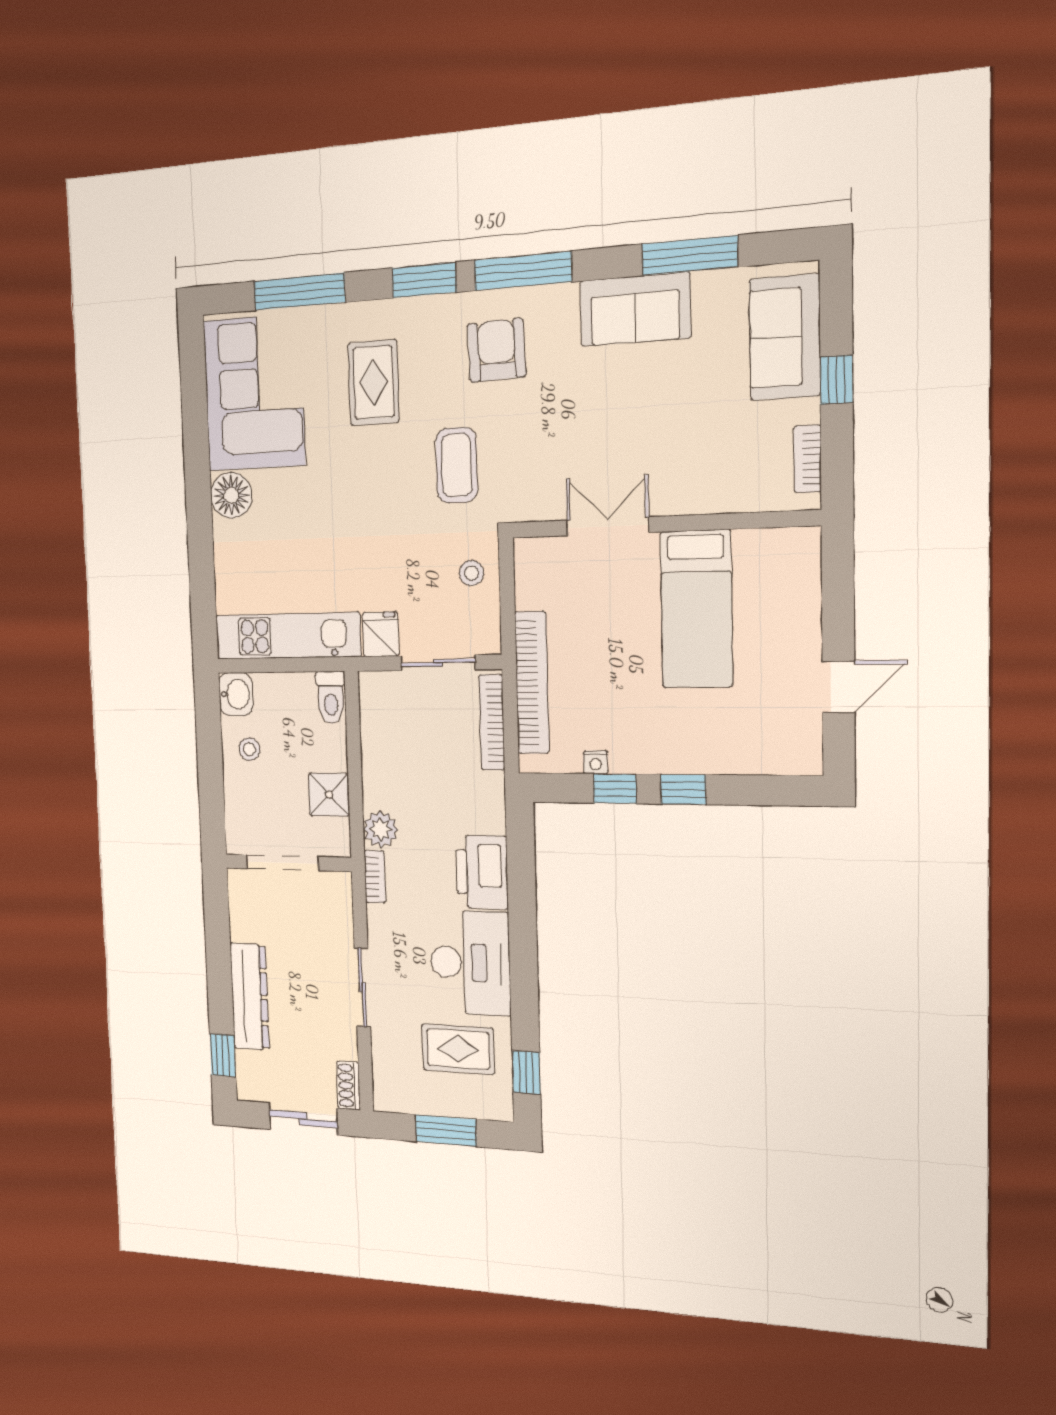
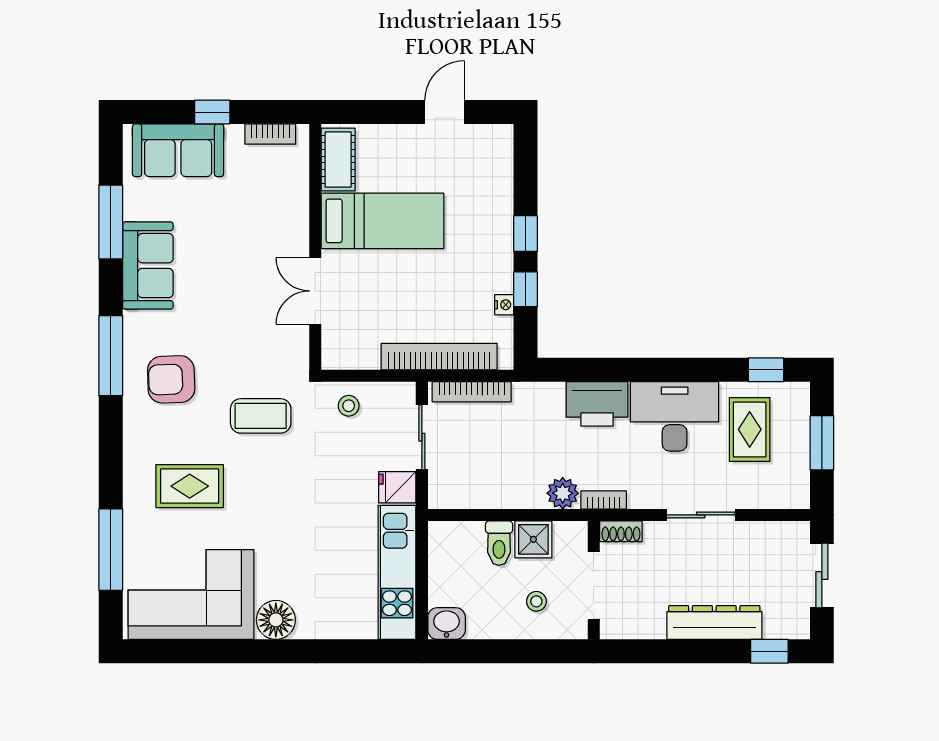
window: (424, 280) -> (111, 439), removed
cot: (775, 550) -> (338, 160), added
door: (838, 687) -> (445, 112), hinge flipped
toilet: (331, 697) -> (499, 543), moved, turned 90
stool: (249, 749) -> (536, 601), moved
shoe rack: (348, 1086) -> (621, 531), moved

